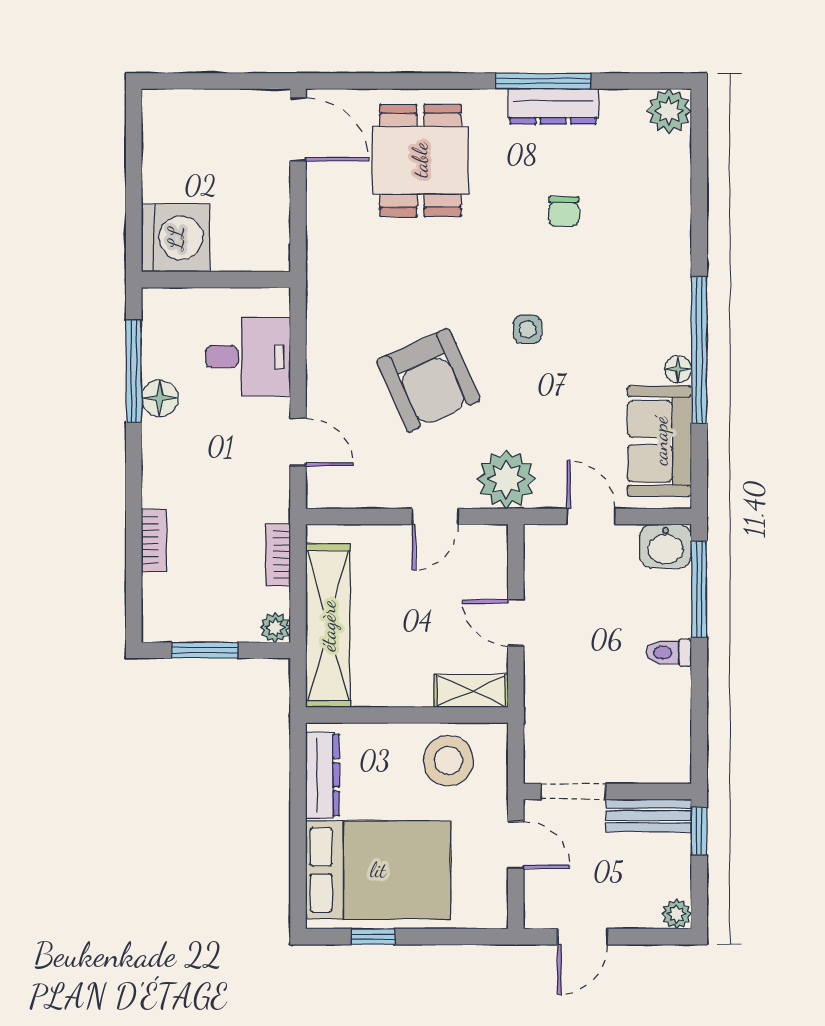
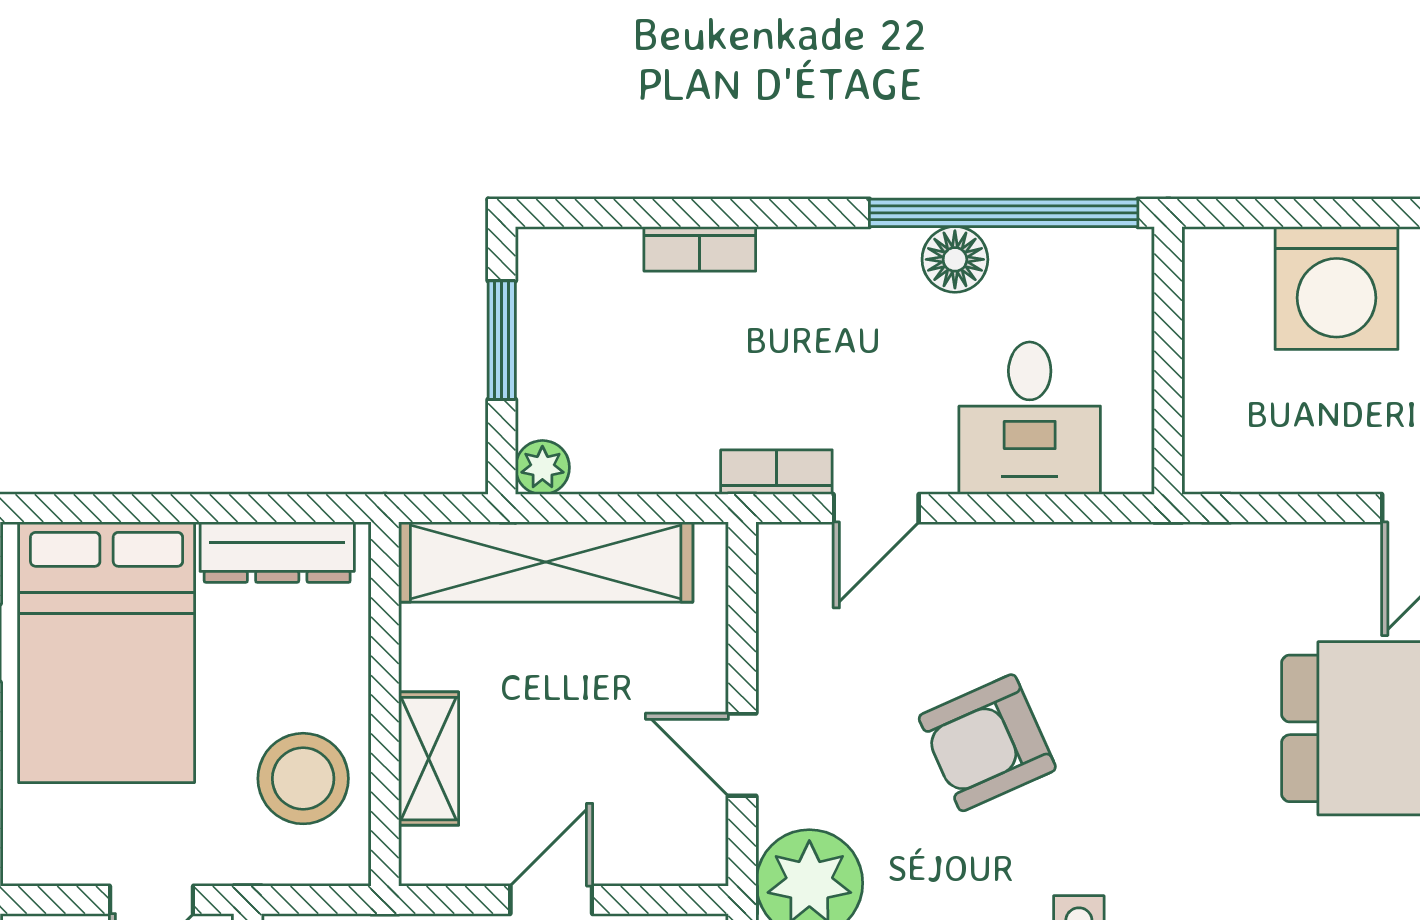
washing machine: (176, 238) -> (1337, 288), moved
window: (134, 371) -> (1004, 213), width x1.46
armchair: (428, 380) -> (987, 743), width x0.73, depth x0.73
bookcase: (278, 555) -> (776, 472), moved
shelving: (471, 691) -> (429, 759), moved

